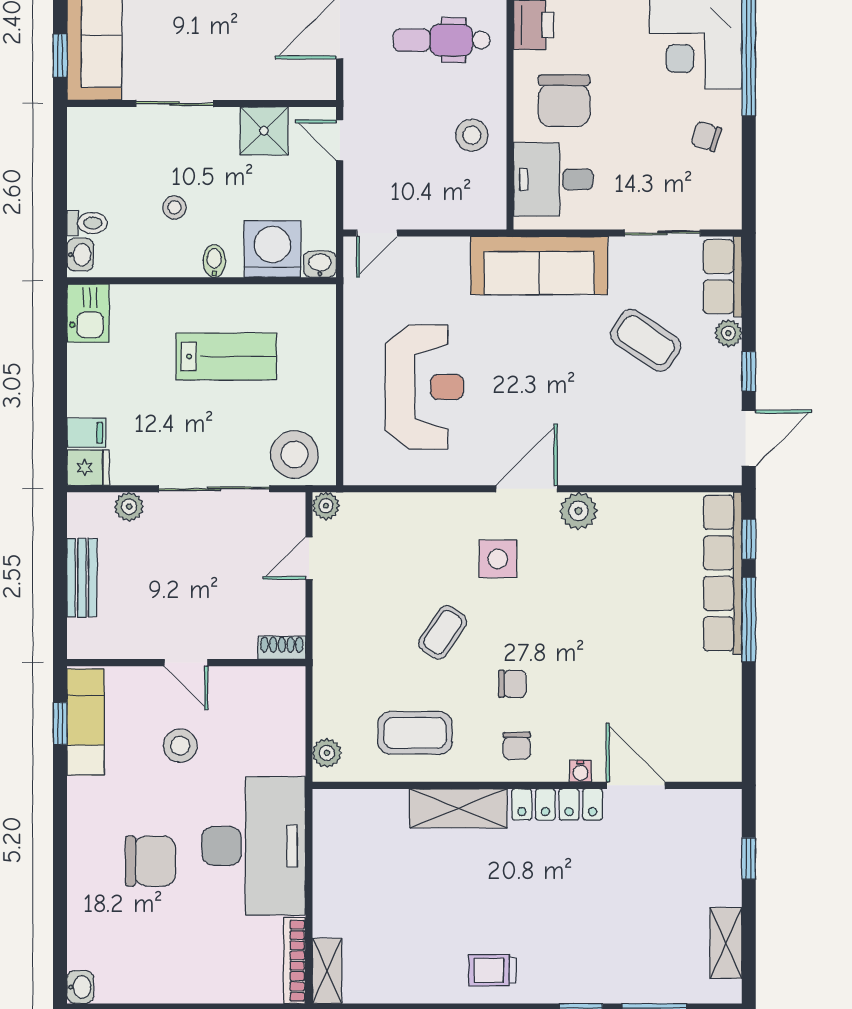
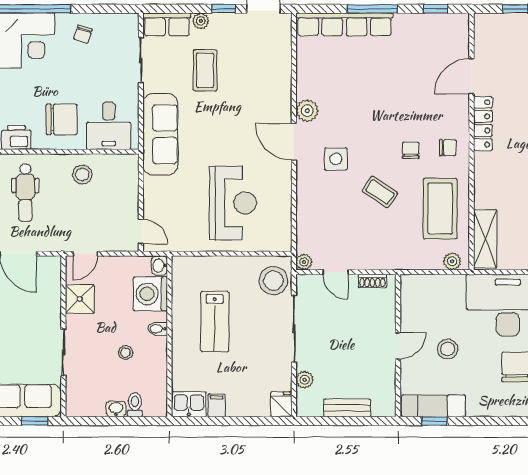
washbasin: (80, 255) -> (116, 409), moved
coffee table: (646, 340) -> (205, 70), turned -34
lab bench: (226, 356) -> (215, 321), turned 180
reception desk: (424, 387) -> (233, 203), turned 90
filing cabinet: (86, 433) -> (217, 405), moved
window: (749, 539) -> (436, 9), moved
shoe rack: (282, 648) -> (372, 281), moved, turned -90
coffee table: (415, 733) -> (440, 209), width x1.36, depth x1.32
water cooler: (580, 771) -> (463, 110), removed
shelving: (458, 808) -> (485, 239), moved

